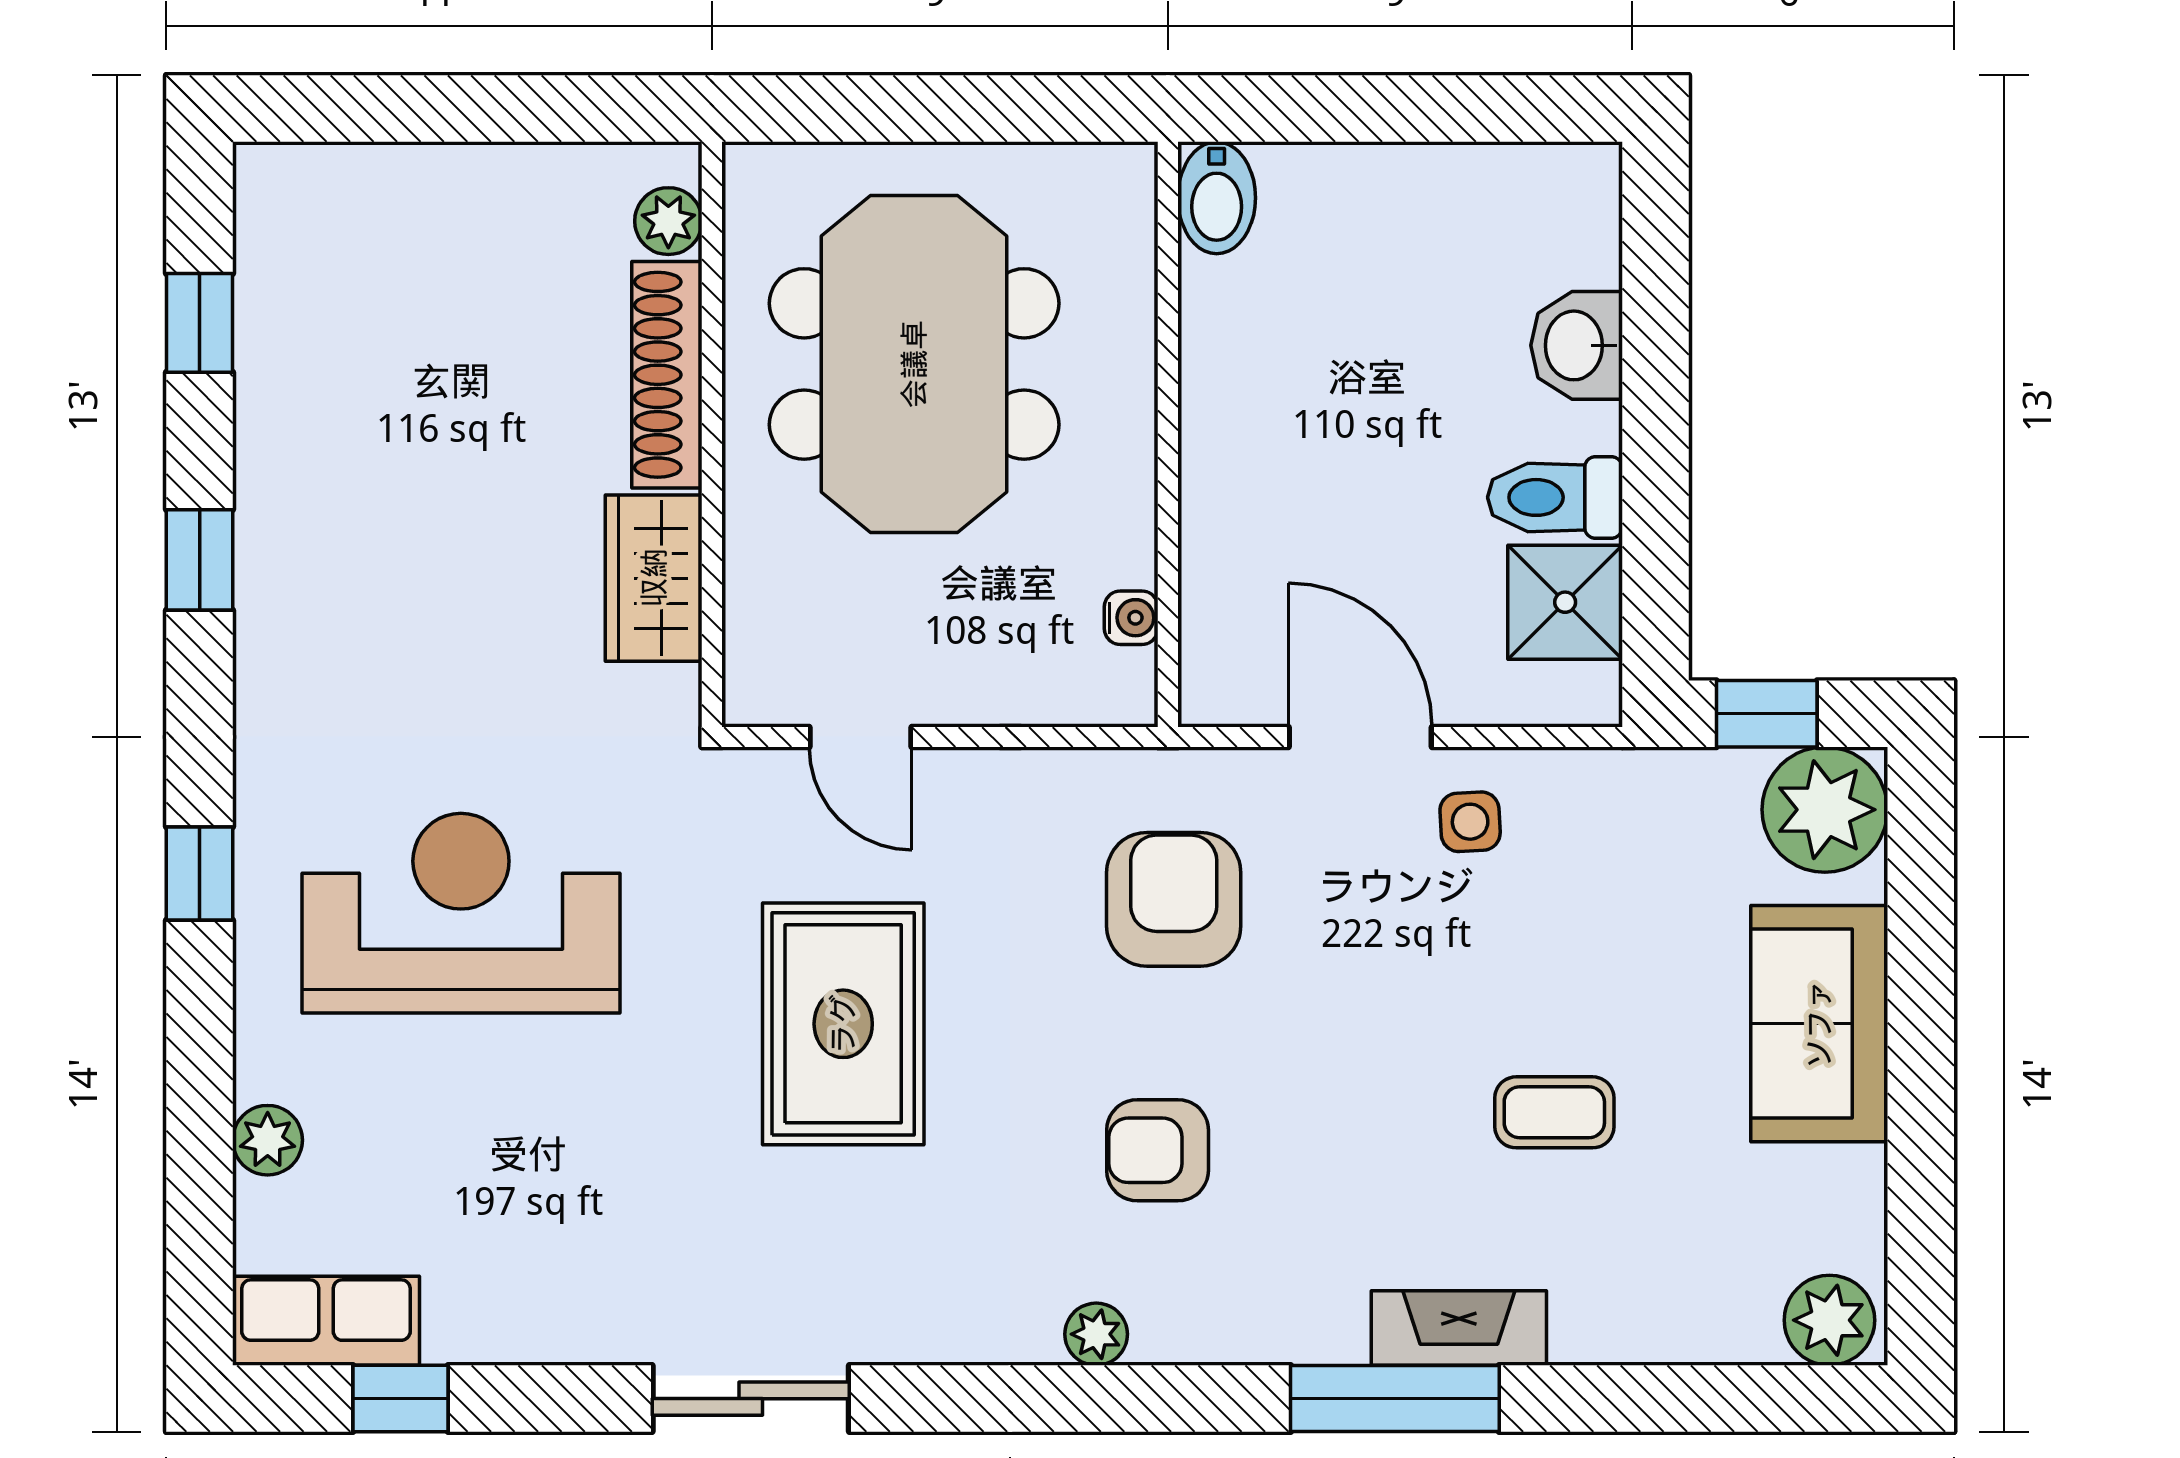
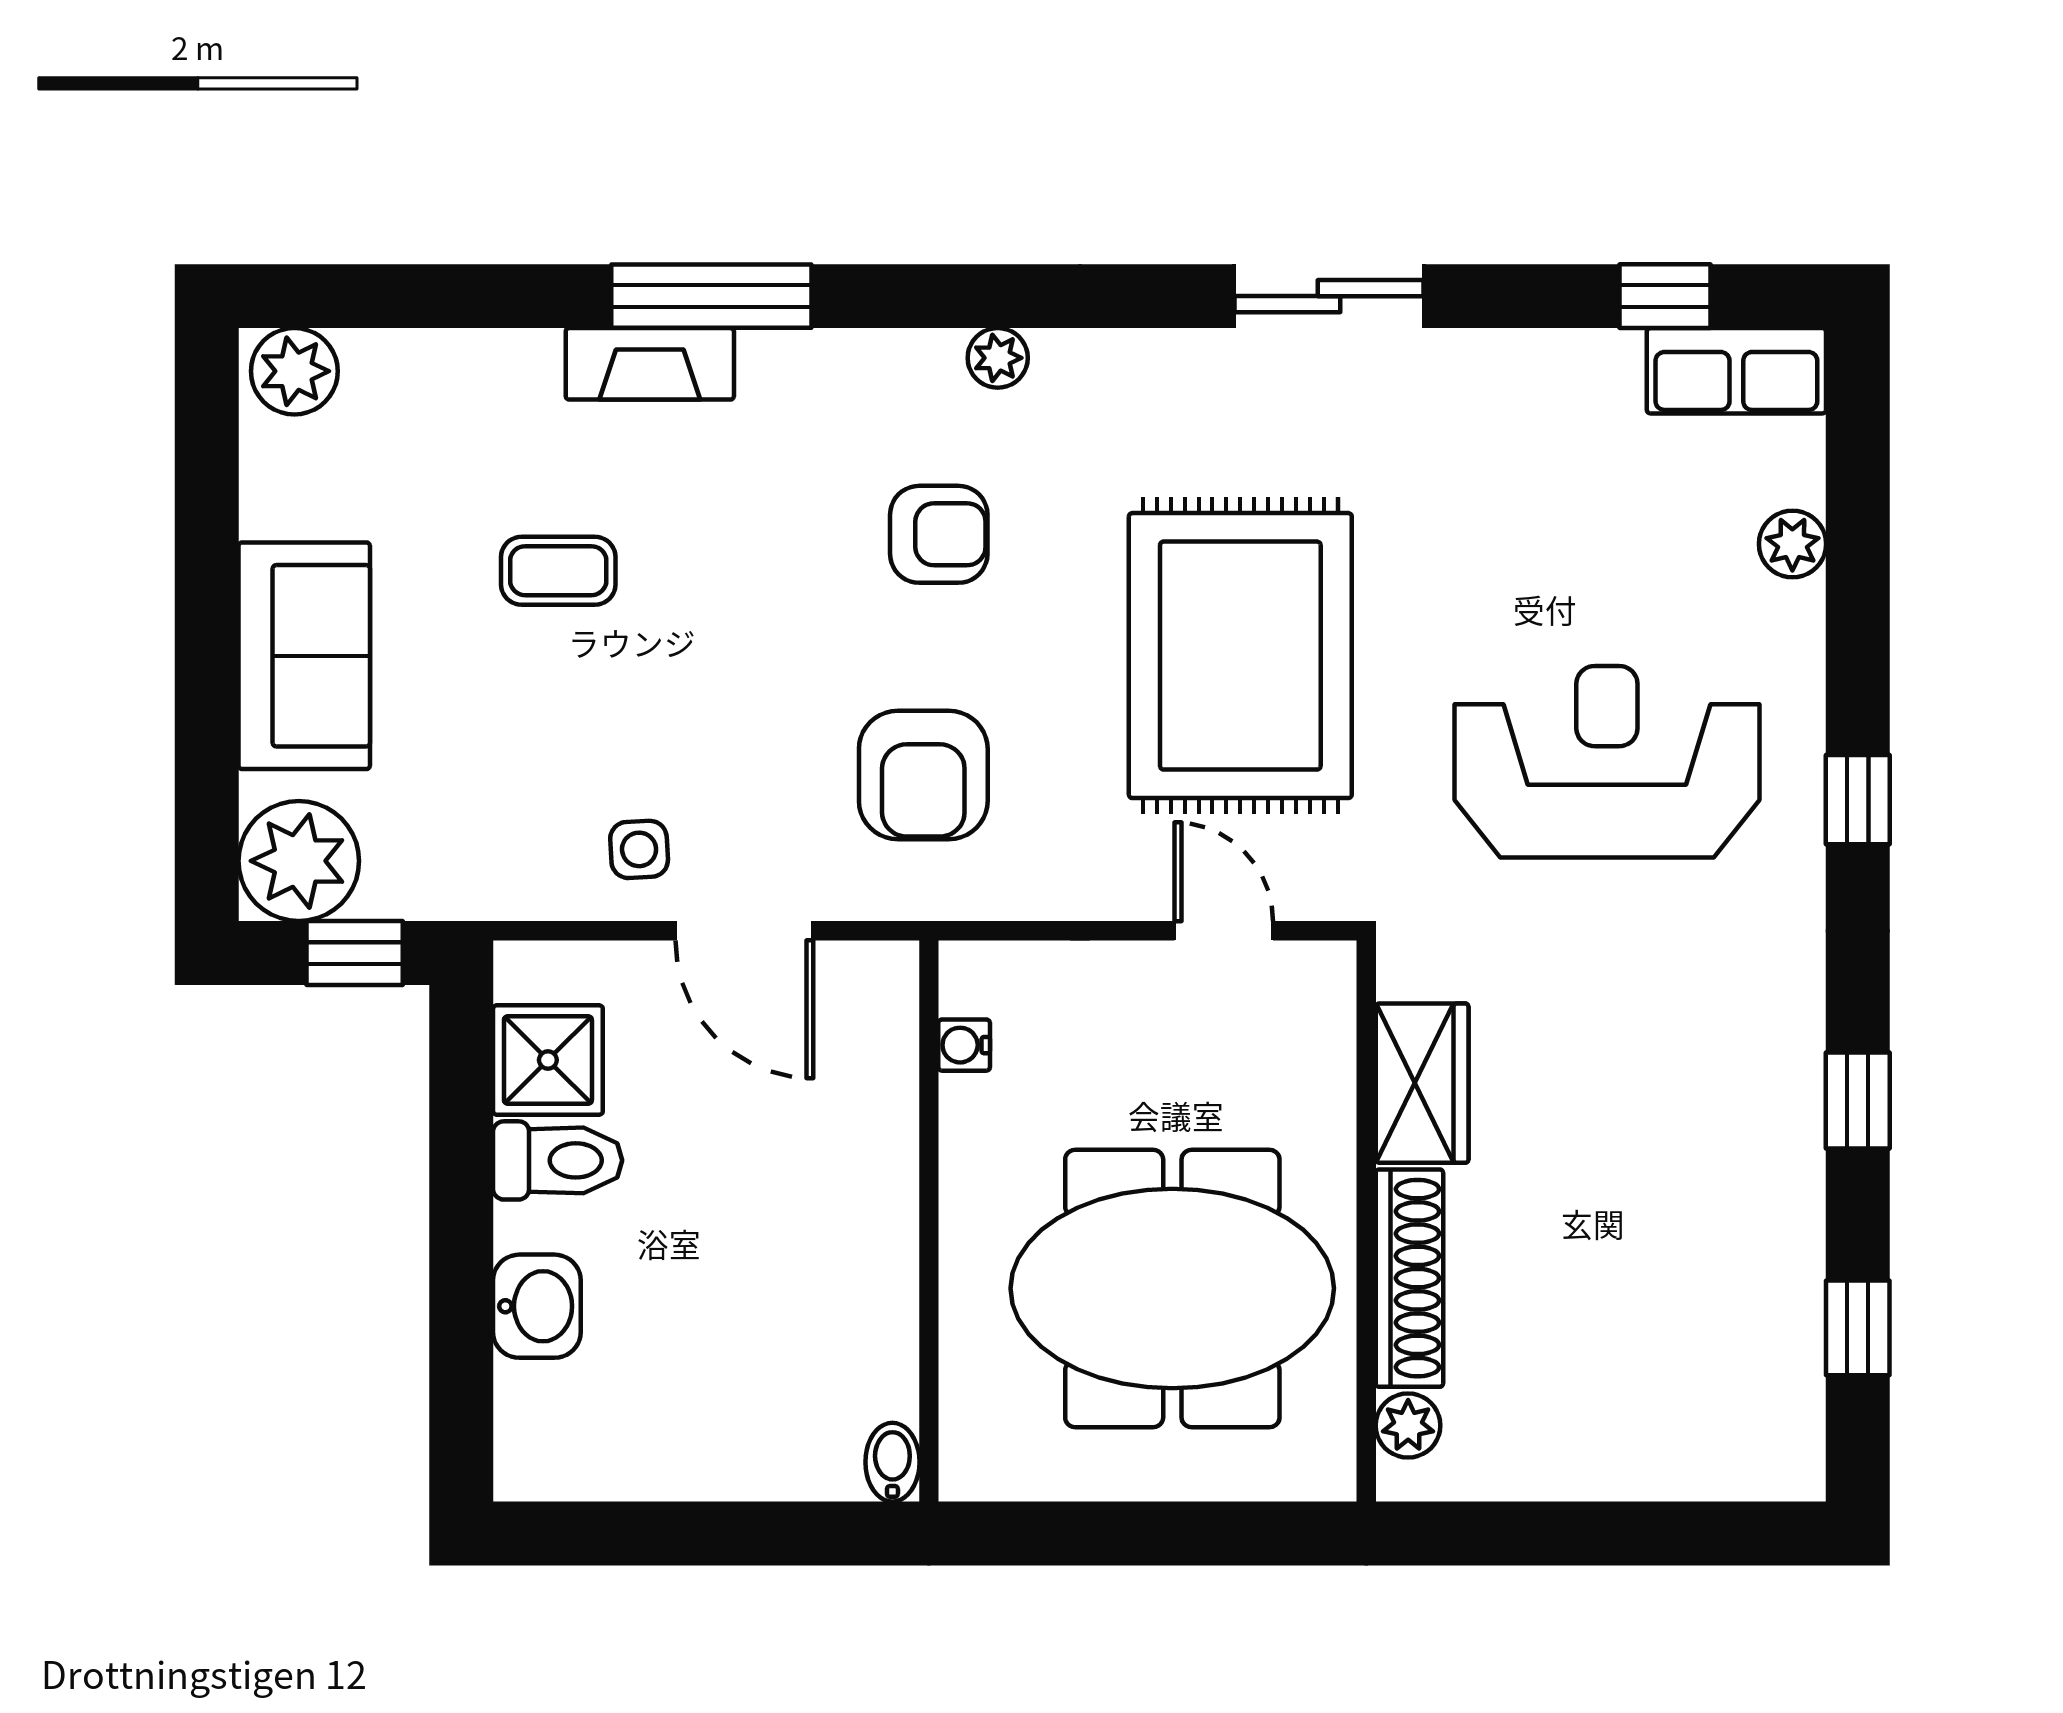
bidet: (1217, 198) -> (892, 1462), width x0.72, depth x0.74
meeting table: (914, 364) -> (1172, 1288), turned 90
reception desk: (461, 913) -> (1607, 762), turned 180
rug: (843, 1024) -> (1240, 656), width x1.37, depth x1.44

